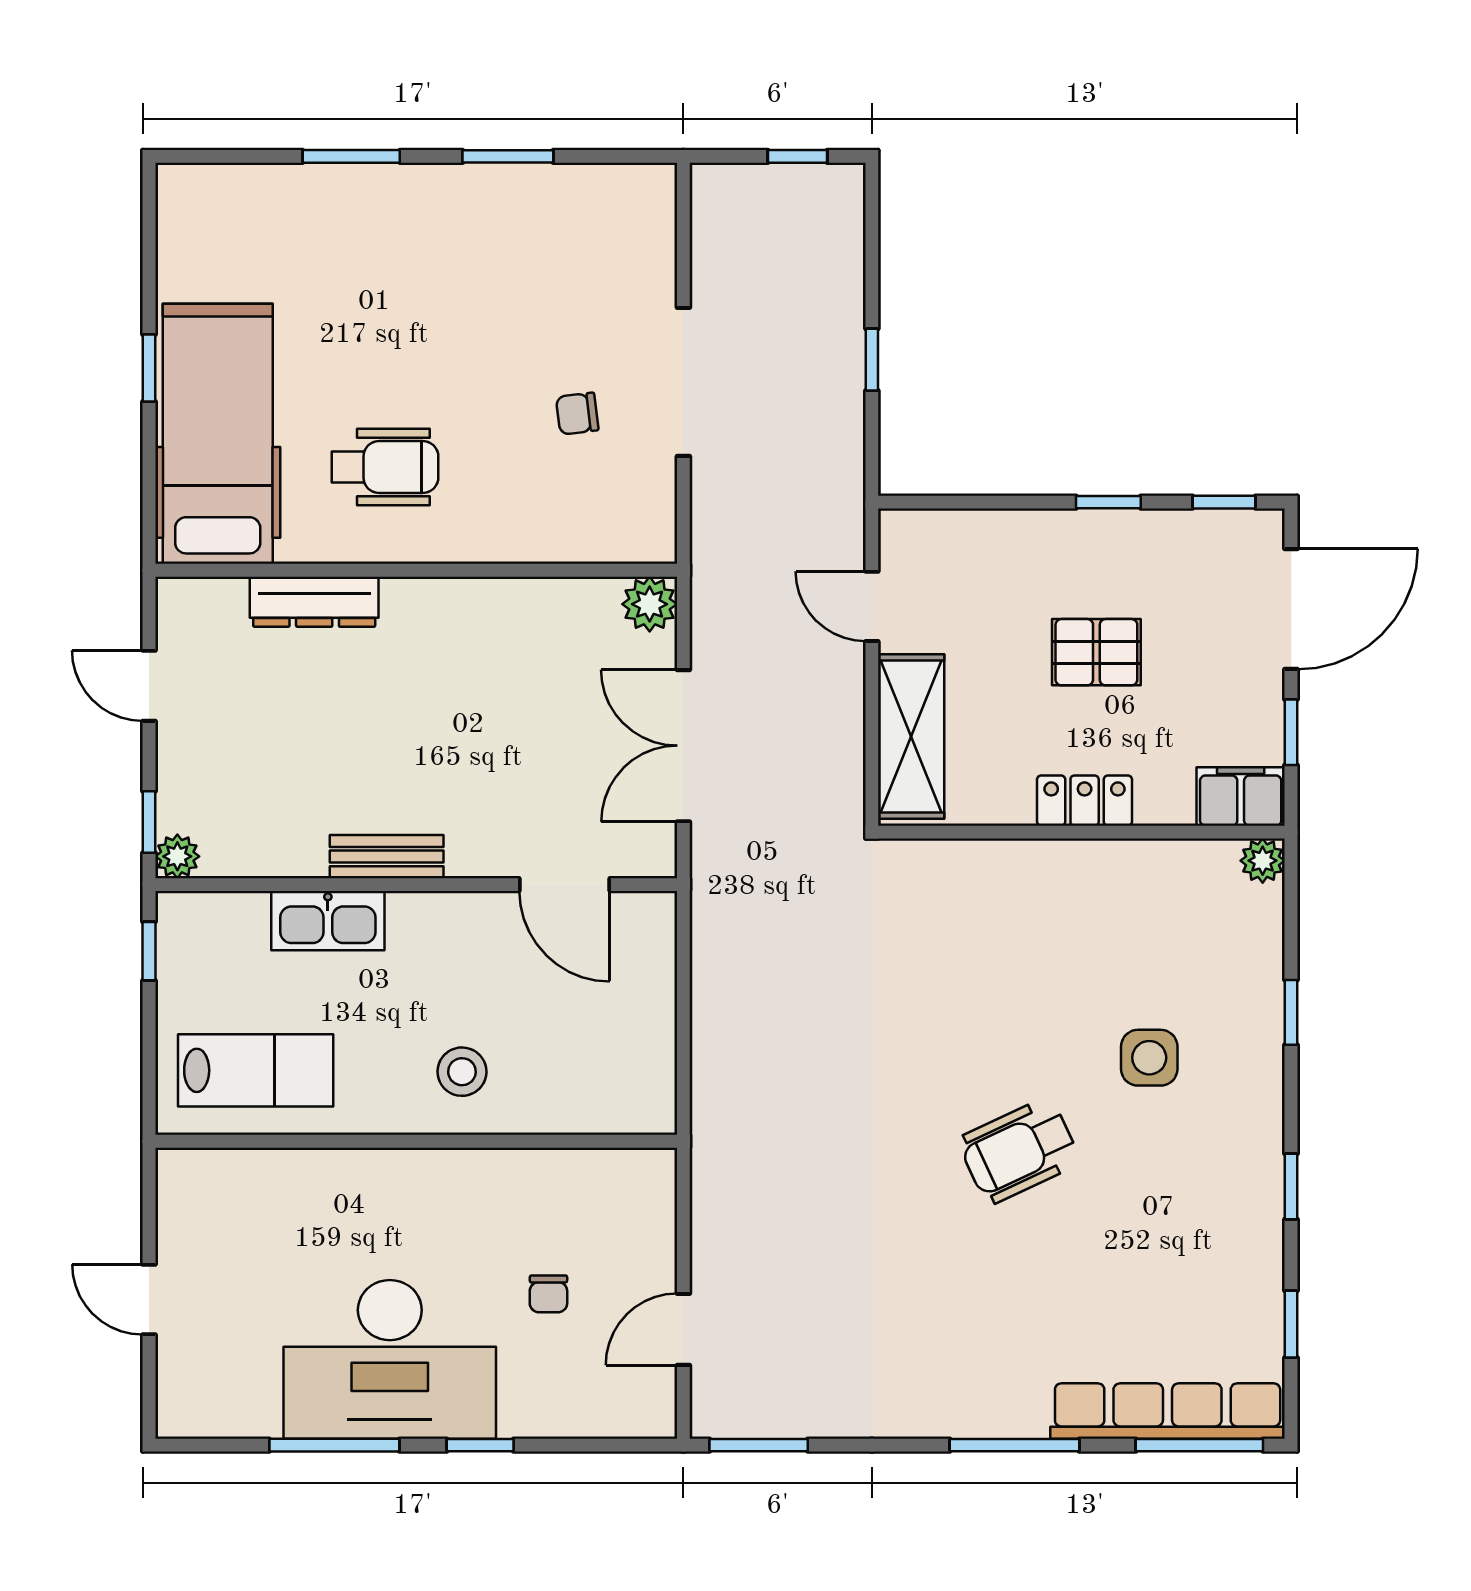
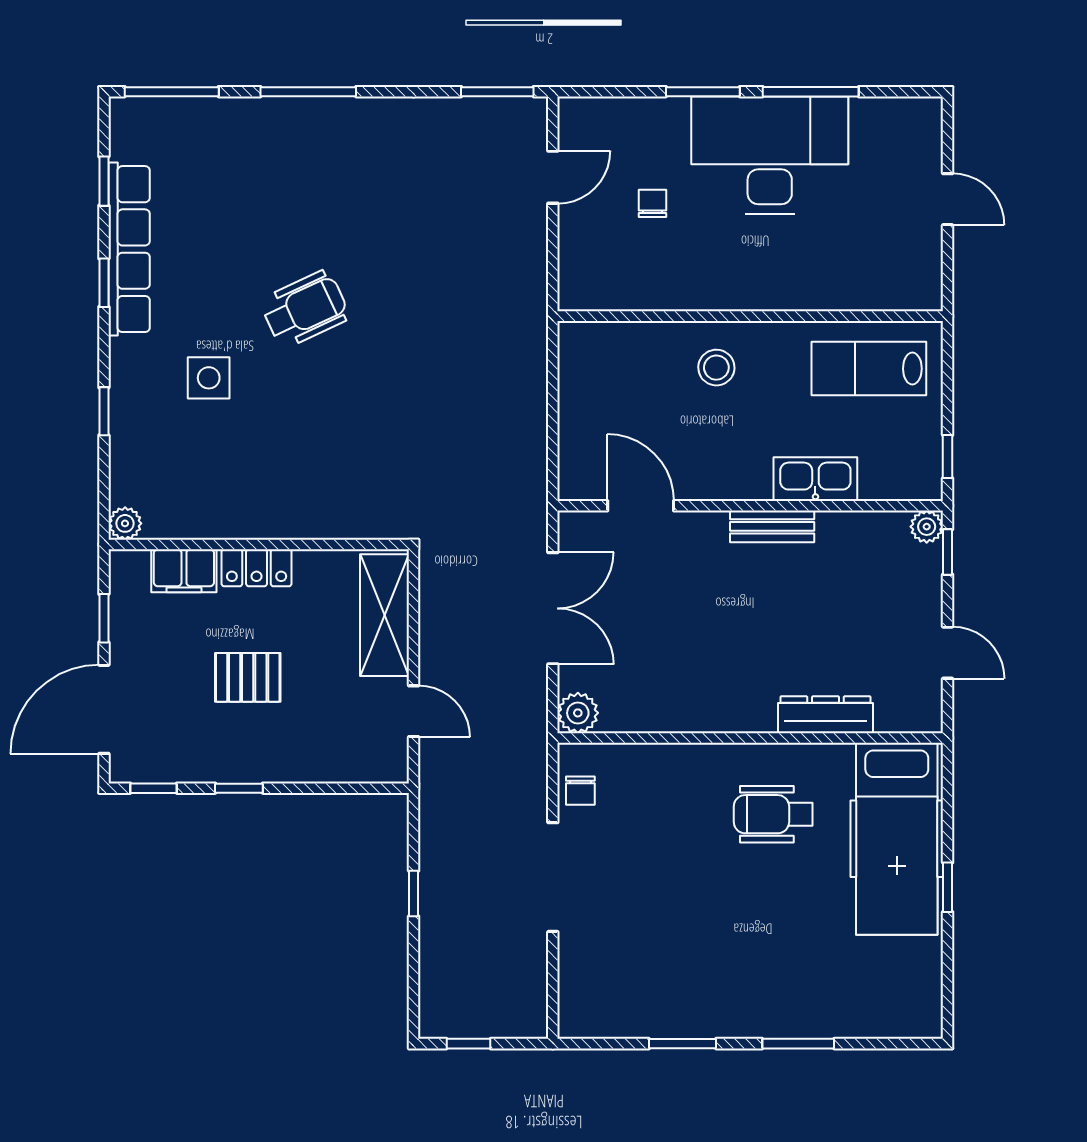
chair: (577, 414) -> (580, 791), moved, turned 97
filing cabinet: (1241, 797) -> (184, 571), moved
row of seats: (1168, 1411) -> (129, 249), moved, turned -90
window: (480, 1445) -> (703, 92), width x1.50

